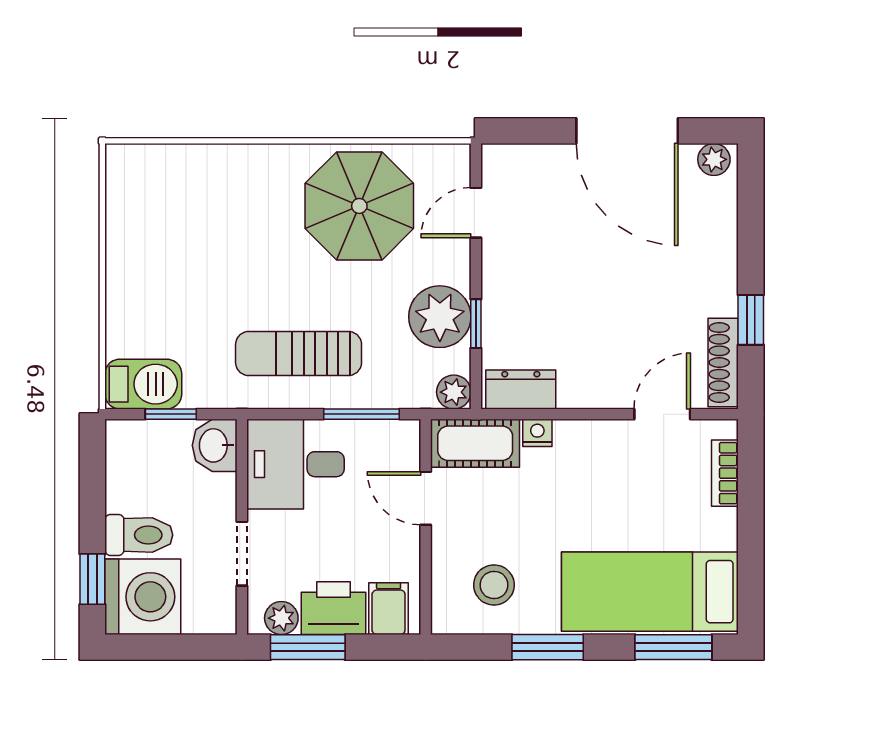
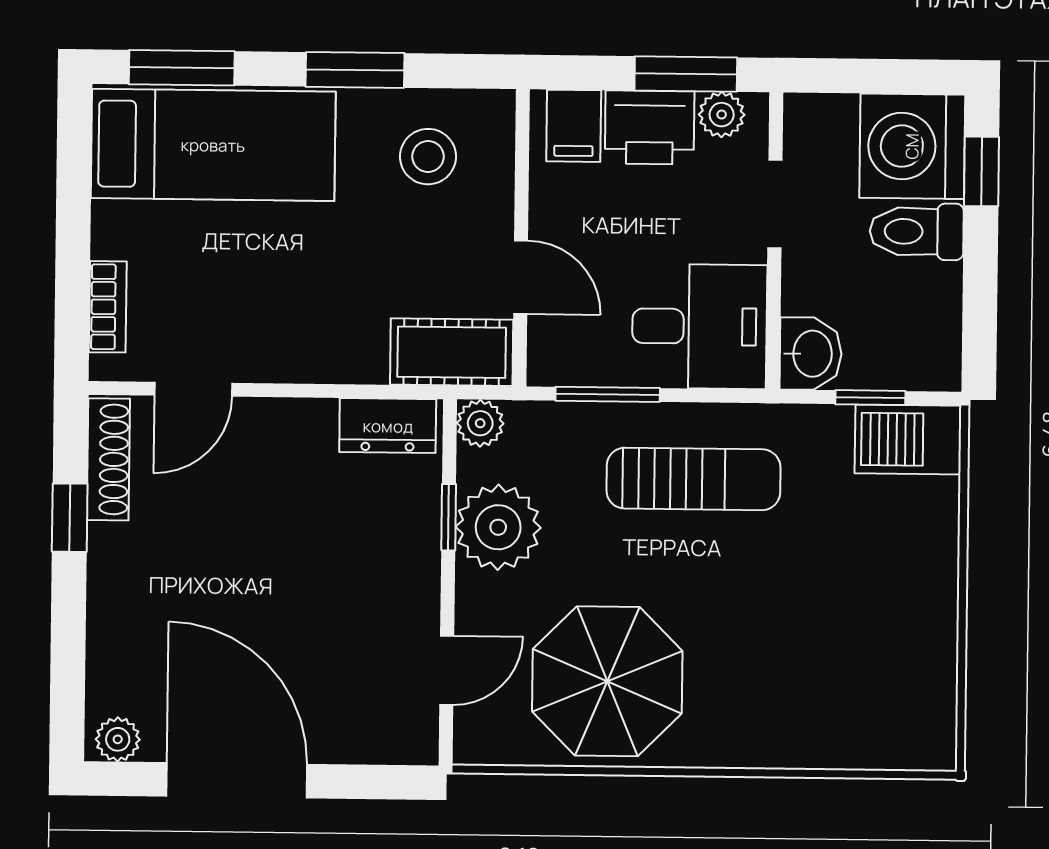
nightstand: (537, 433) -> (366, 366), removed

